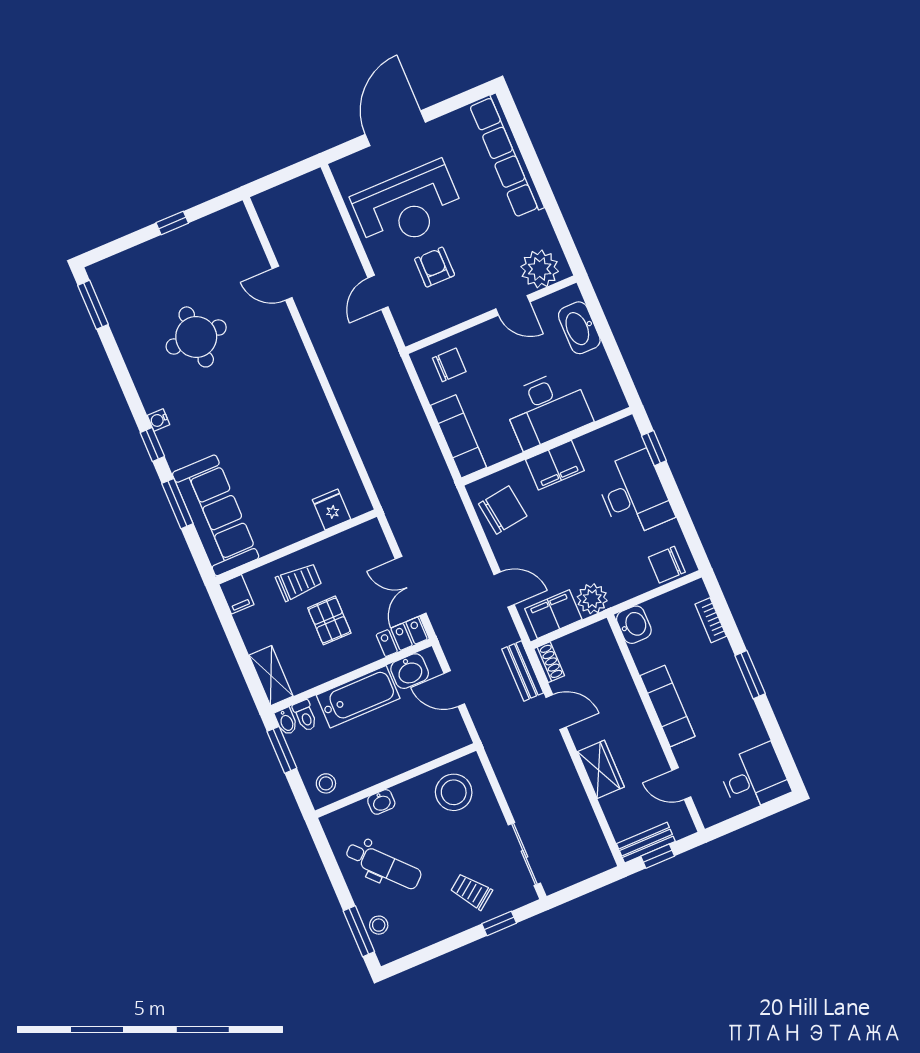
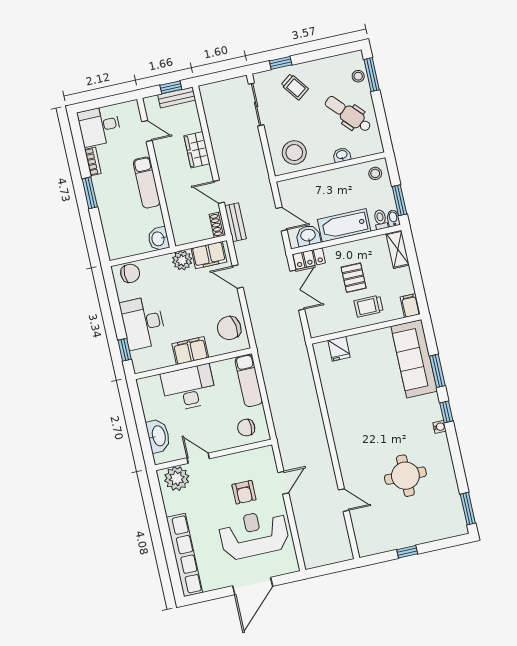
bookcase: (711, 620) -> (93, 161), moved

